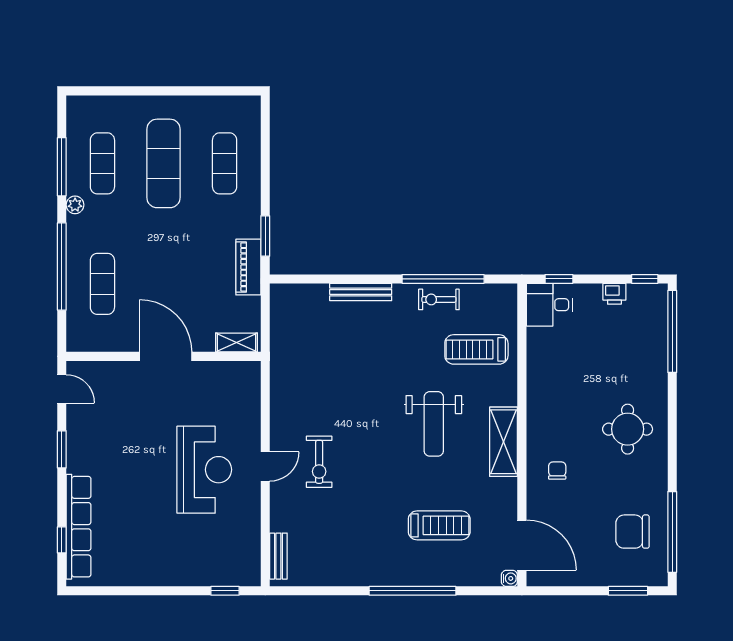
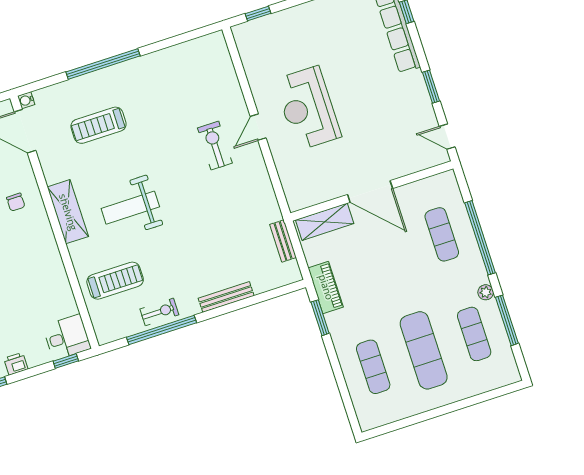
shelving: (237, 343) -> (325, 222), width x1.50, depth x1.33
weight bench: (434, 424) -> (130, 208), turned -90
bench: (278, 556) -> (283, 241), moved

